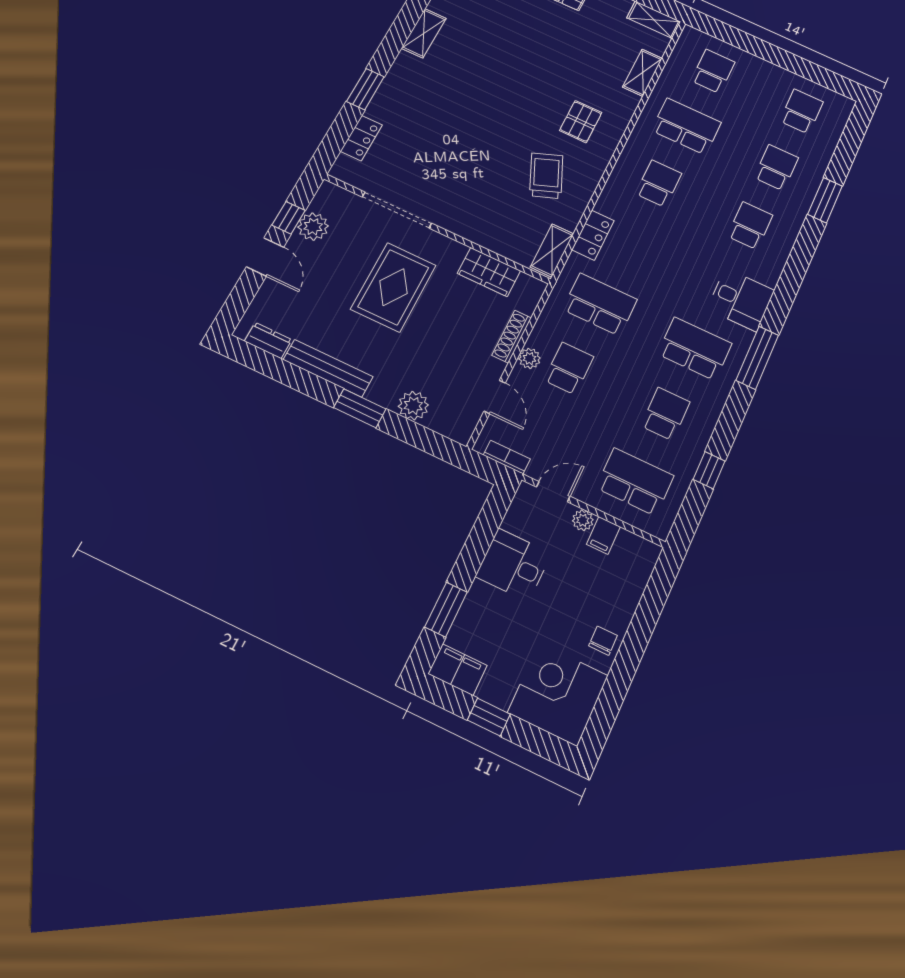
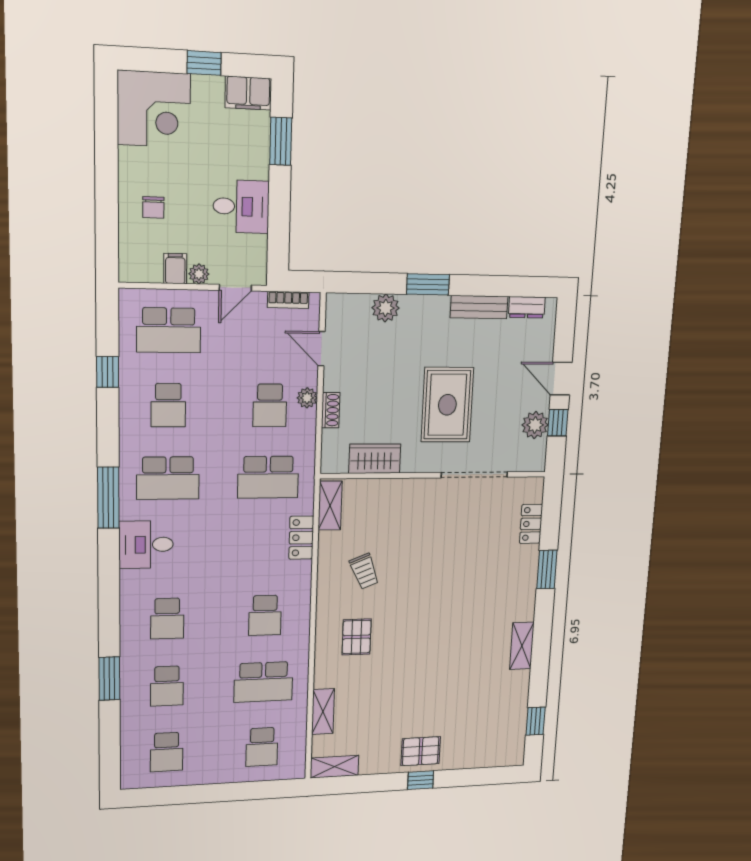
trolley: (546, 176) -> (364, 571), width x0.73, depth x0.72
shoe rack: (512, 336) -> (331, 410), width x0.70
bench: (328, 368) -> (479, 307), width x0.73
chair: (603, 641) -> (153, 207), moved

